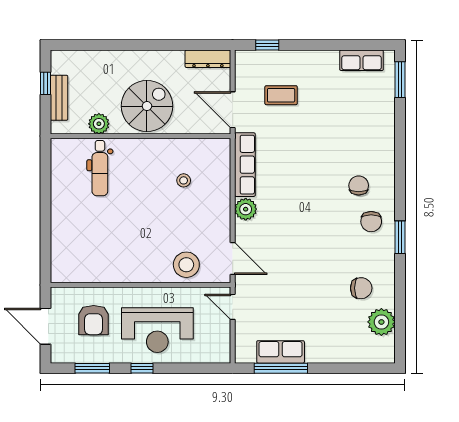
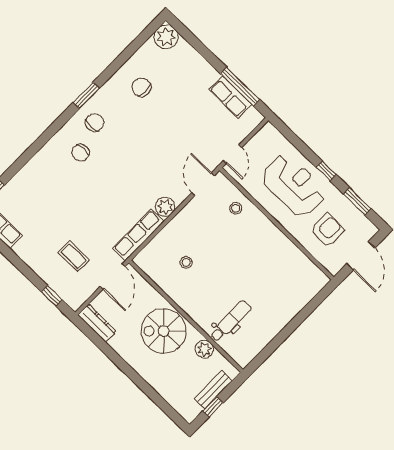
stool: (186, 265) -> (236, 208), width x0.53, depth x0.53
plant: (381, 322) -> (166, 37), moved

